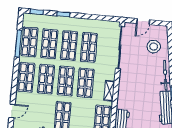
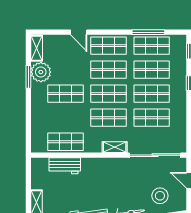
shelving: (109, 91) -> (115, 147), moved
door: (12, 111) -> (79, 32), moved

